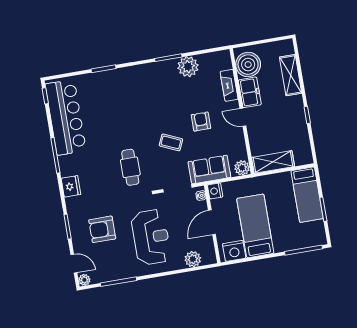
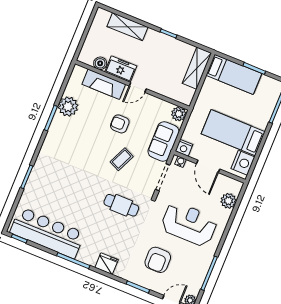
boiler: (248, 65) -> (100, 63), width x0.54, depth x0.54
fireplace: (229, 85) -> (104, 84), width x1.37, depth x1.32
shelving: (273, 162) -> (197, 68), moved

